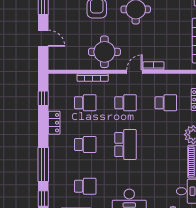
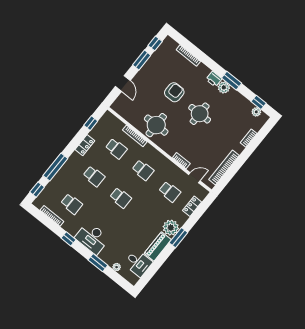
door: (135, 72) -> (194, 178), moved
school desk: (125, 144) -> (121, 198), width x0.54

